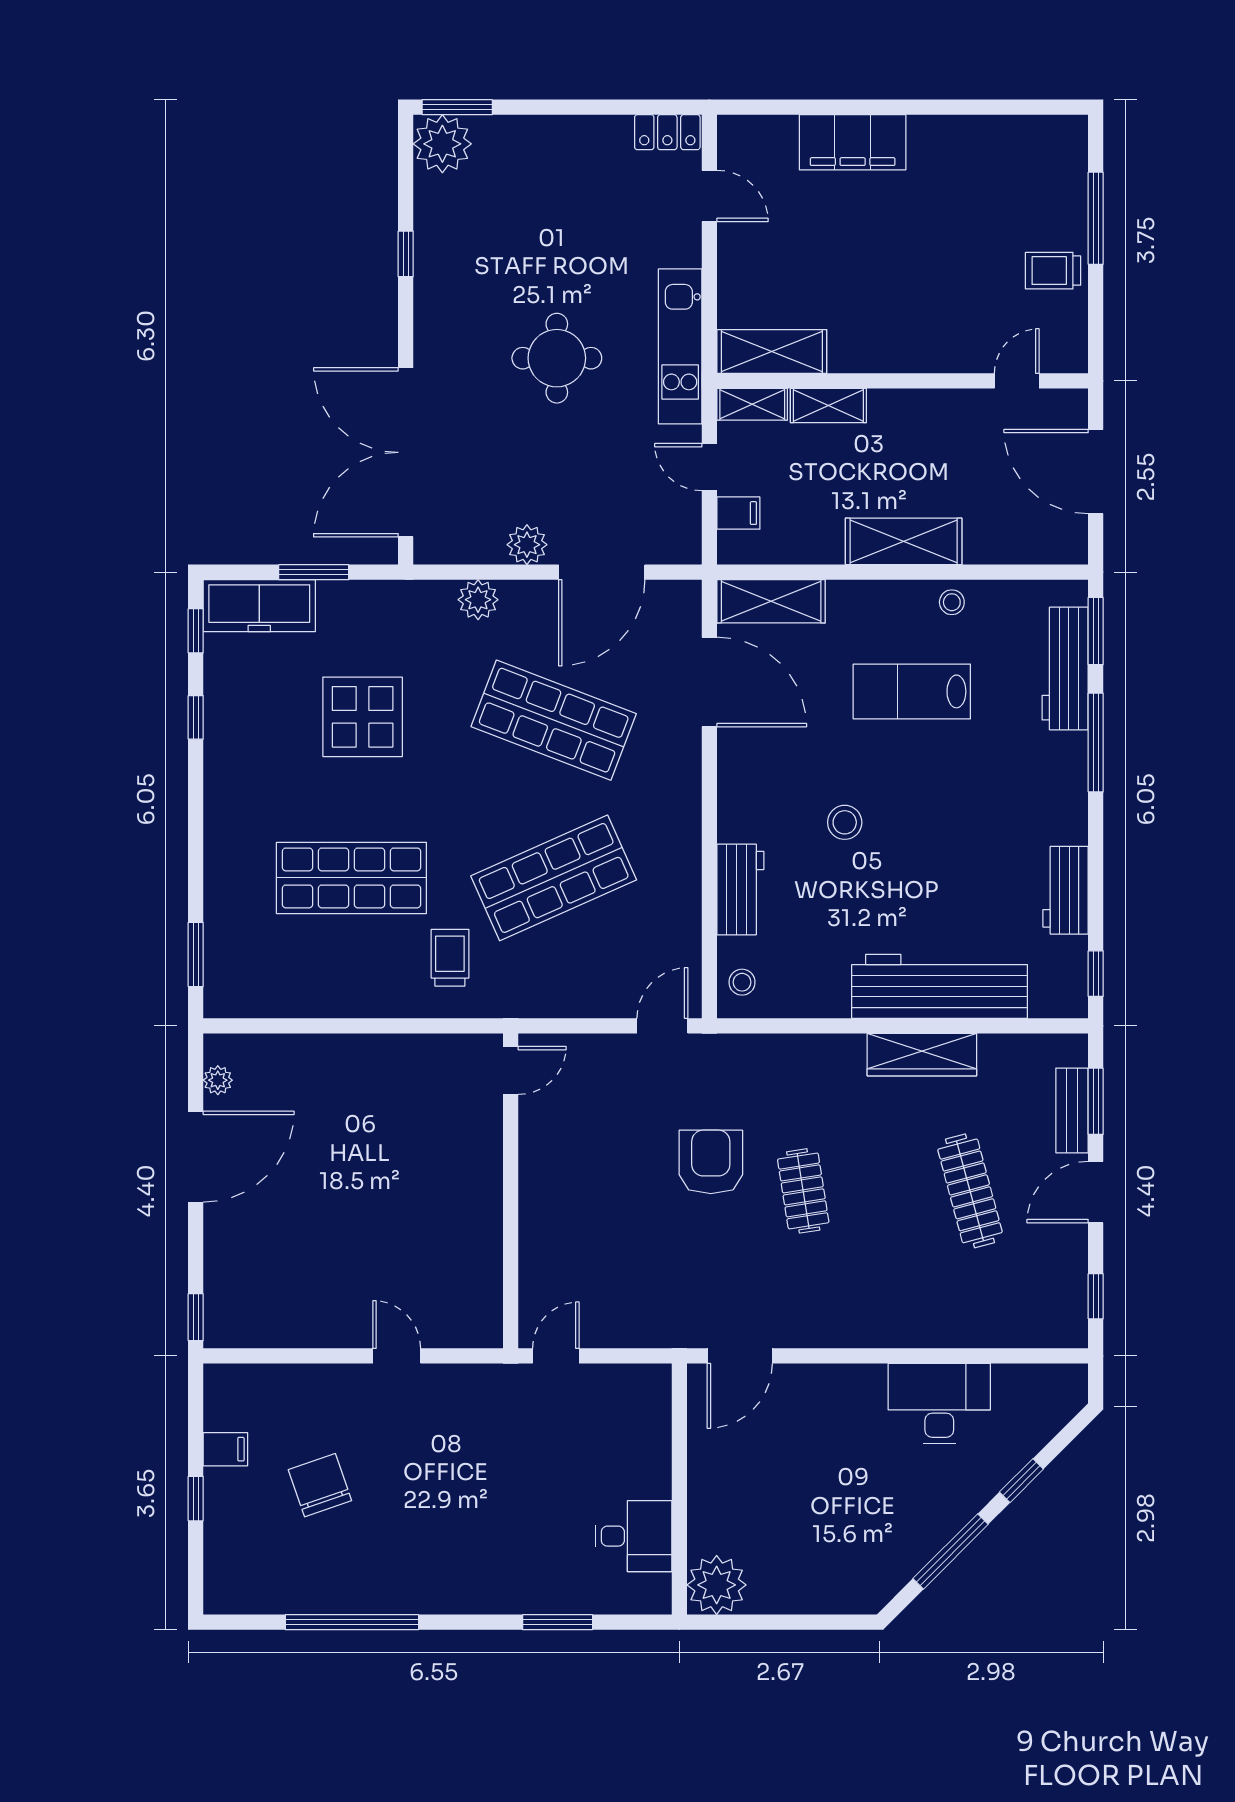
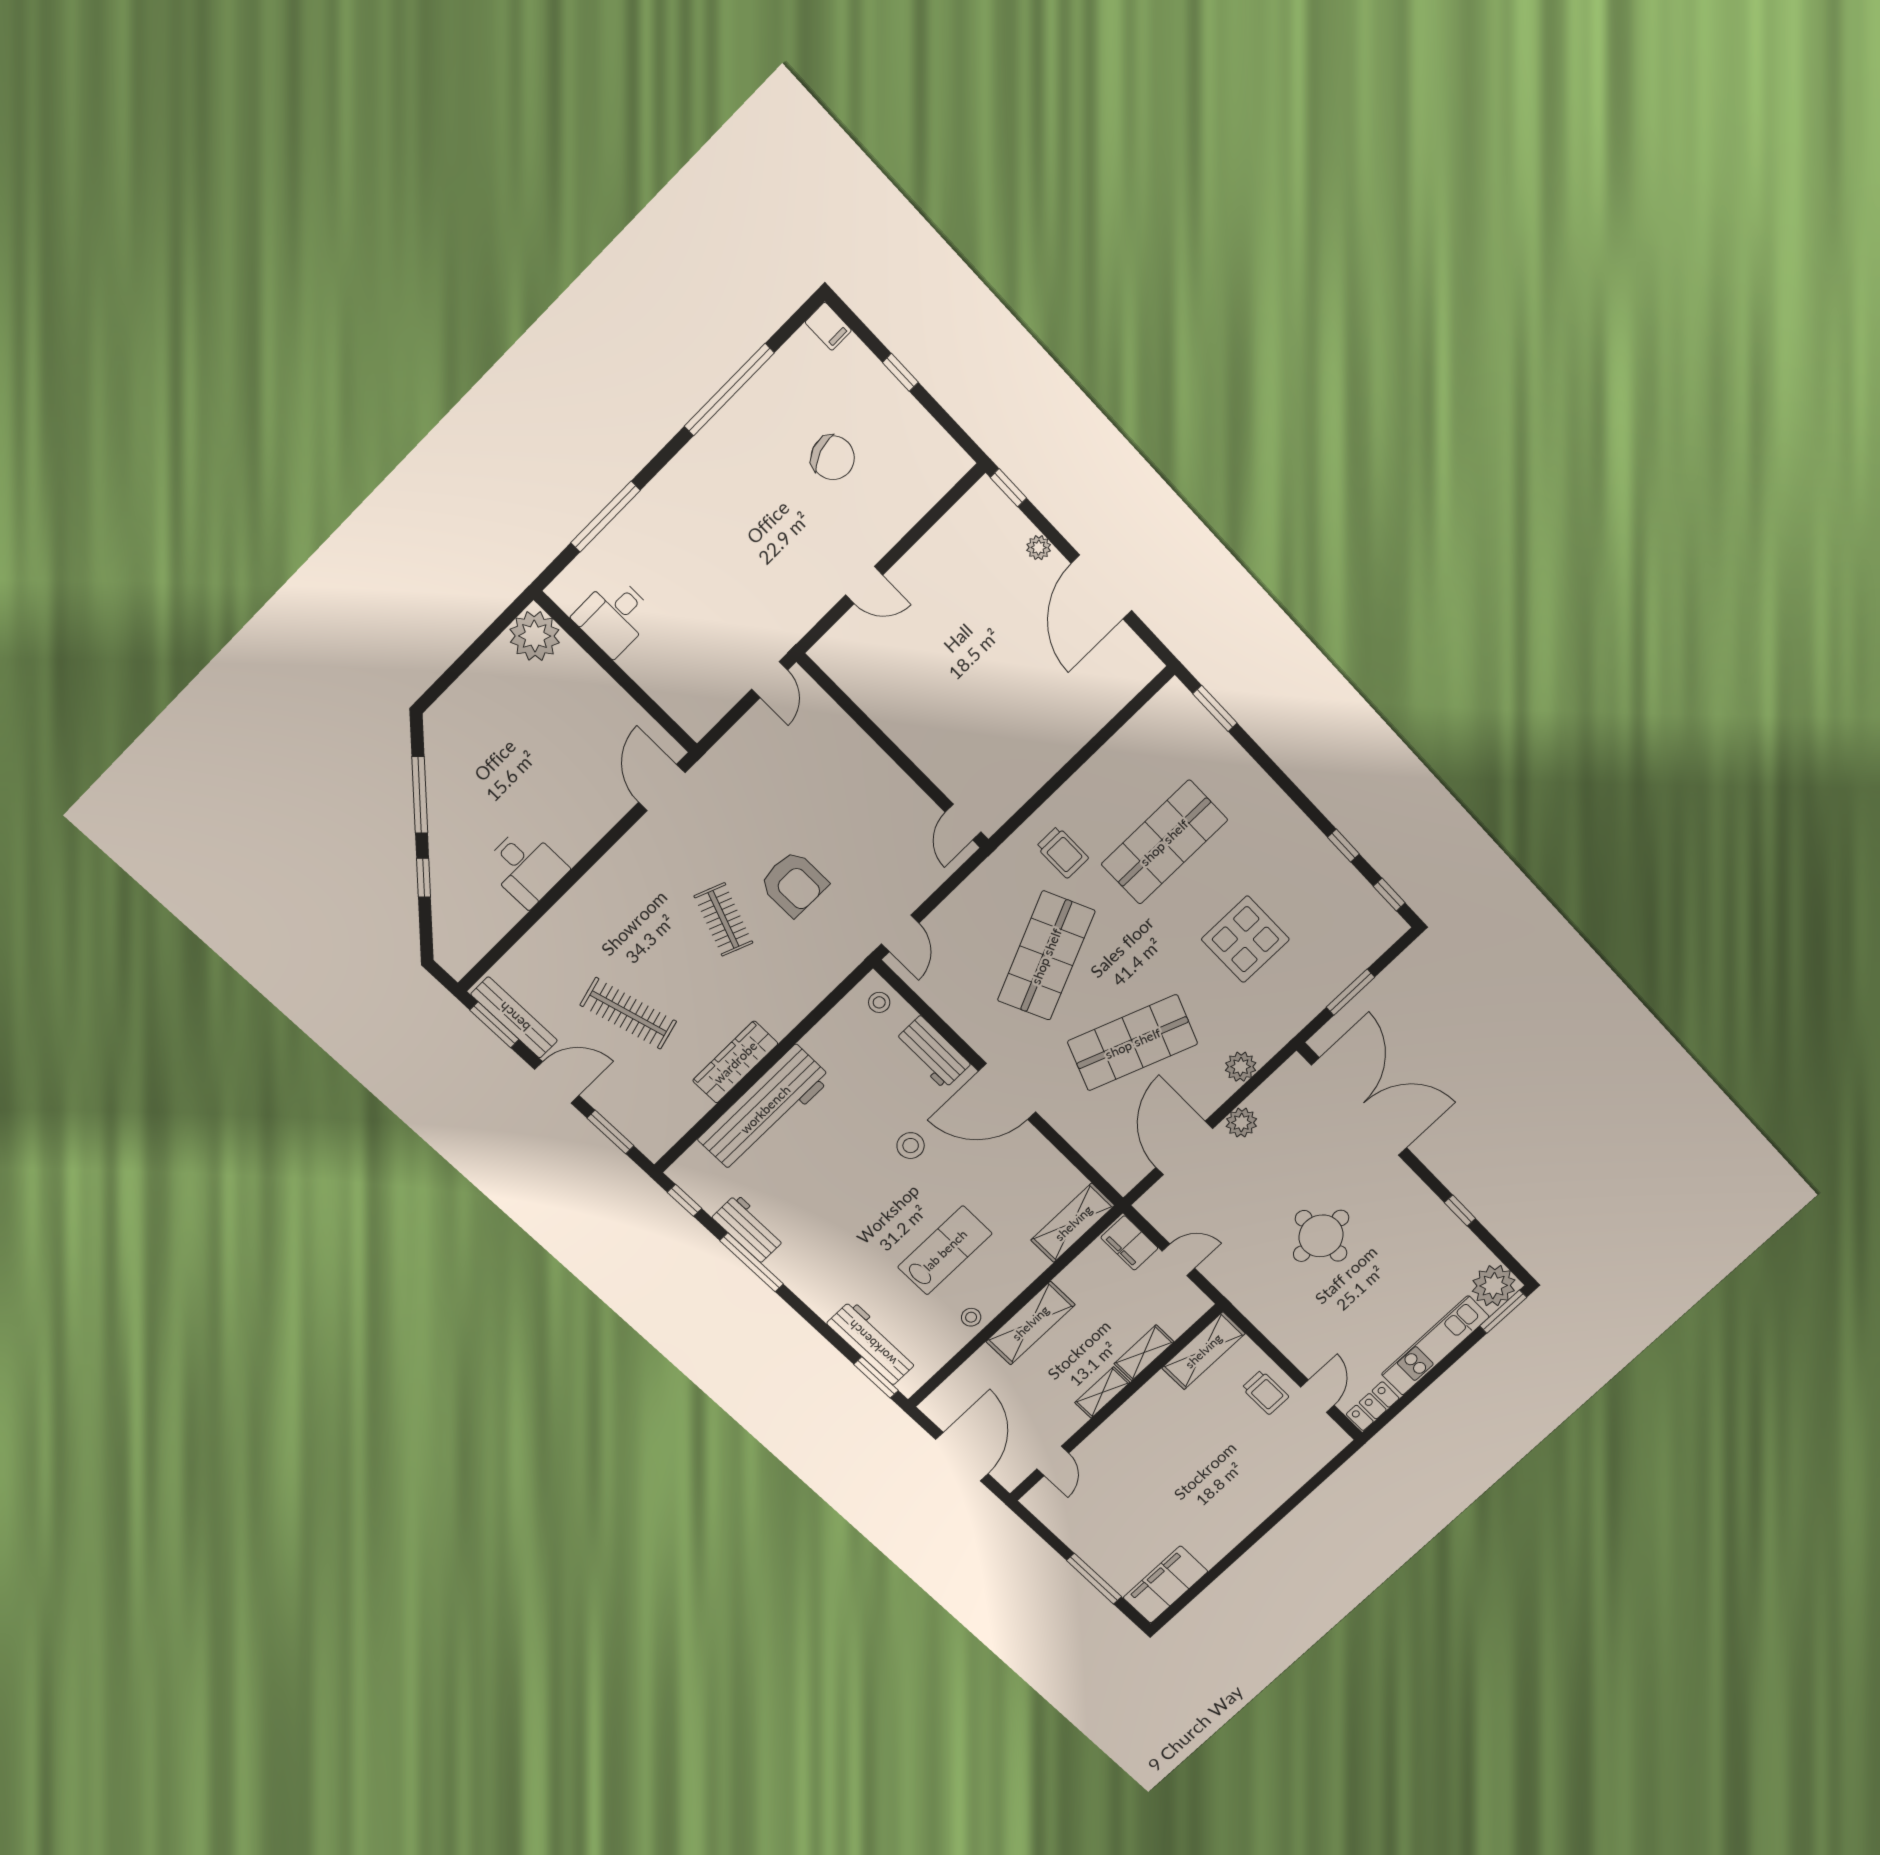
filing cabinet: (853, 142) -> (1165, 1585), moved
door: (709, 196) -> (1317, 1396), swing flipped
trolley: (1053, 271) -> (1265, 1392), moved, turned 90
kitchen unit: (680, 346) -> (1435, 1345), moved, turned -90
shelving: (752, 404) -> (1102, 1392), moved
door: (1096, 471) -> (962, 1457), hinge flipped
filing cabinet: (738, 513) -> (1129, 1243), width x2.00
freezer: (259, 606) -> (1365, 944), removed
door: (709, 682) -> (1007, 1092), moved
window: (1096, 743) -> (752, 1262), moved
plant: (218, 1080) -> (1039, 548), moved
bench: (1072, 1110) -> (514, 1017), moved, width x1.36
clothes rail: (803, 1191) -> (723, 919), turned 30
door: (1096, 1192) -> (557, 1082), hinge flipped
window: (1096, 1296) -> (494, 1025), width x1.50
desk: (939, 1404) -> (526, 867), width x0.73
filing cabinet: (225, 1449) -> (828, 326), moved, turned -90
window: (558, 1622) -> (605, 517), width x1.44

